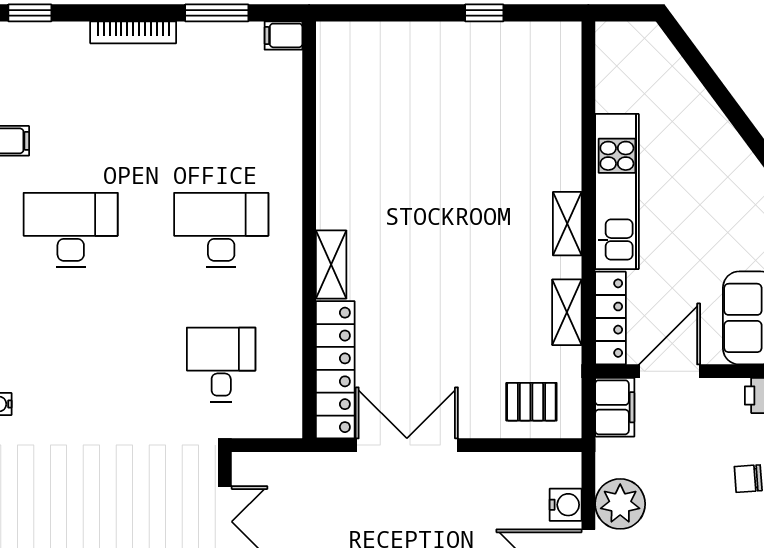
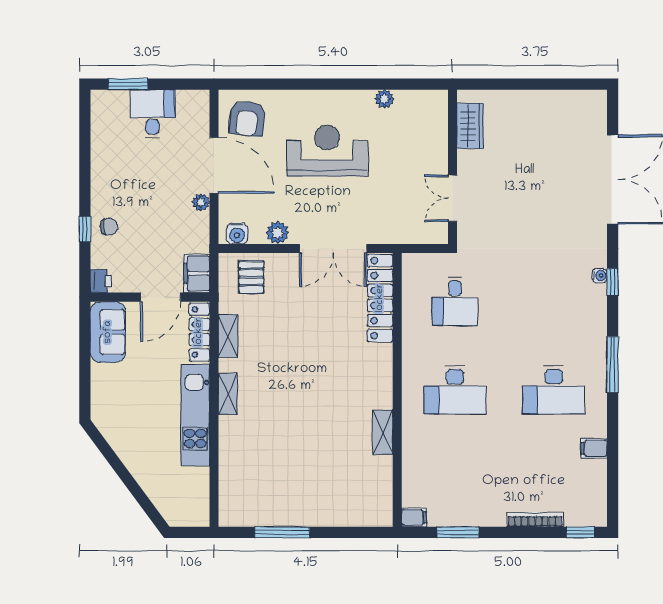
window: (484, 13) -> (282, 532), width x2.17
bookcase: (133, 32) -> (535, 520), moved
shelving: (331, 264) -> (383, 432), moved
pallet: (531, 402) -> (251, 277), turned 90
plant: (492, 469) -> (277, 233), added
plant: (620, 504) -> (201, 202), width x0.53, depth x0.53
water cooler: (566, 505) -> (237, 234), moved, turned -90

